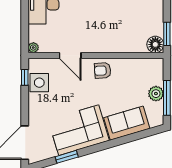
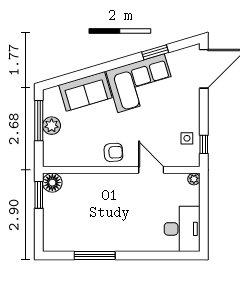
side table: (39, 83) -> (187, 138), width x0.54, depth x0.54

